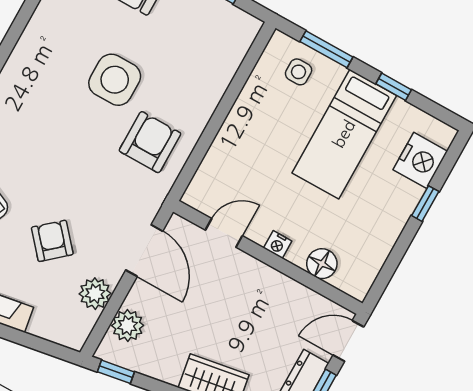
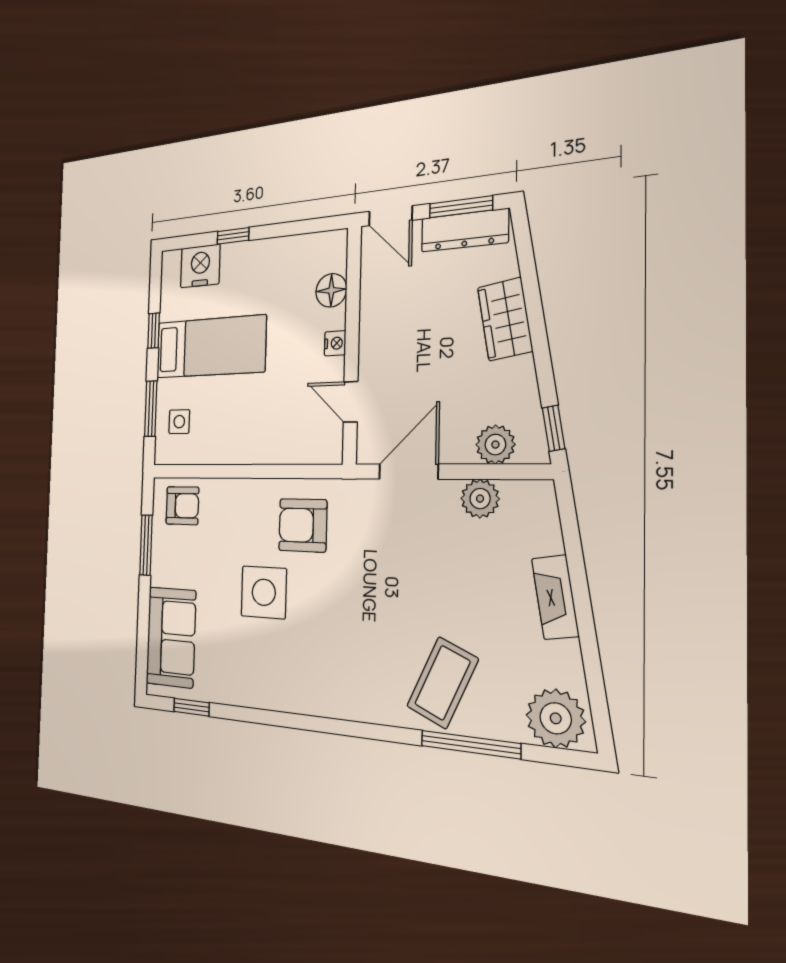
armchair: (52, 241) -> (182, 506), moved, turned -139

